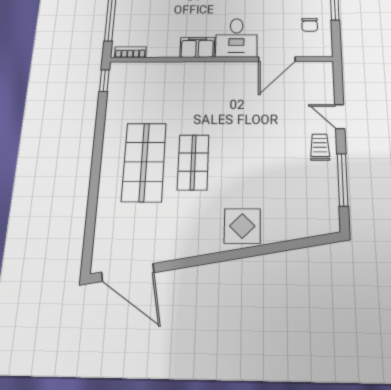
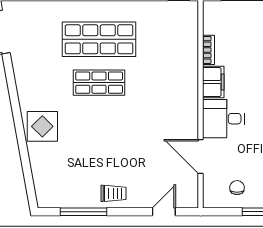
chair: (310, 25) -> (237, 188), turned 90
bookcase: (130, 52) -> (209, 50), moved
door: (340, 117) -> (164, 212), moved

